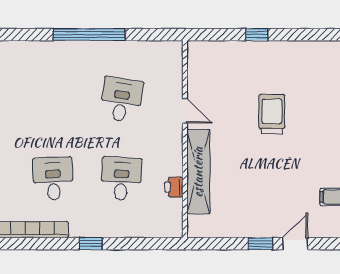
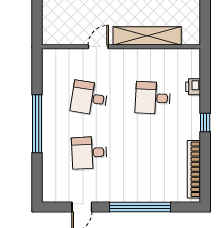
desk: (53, 179) -> (89, 153), moved
printer: (174, 187) -> (193, 87), moved, turned 90

